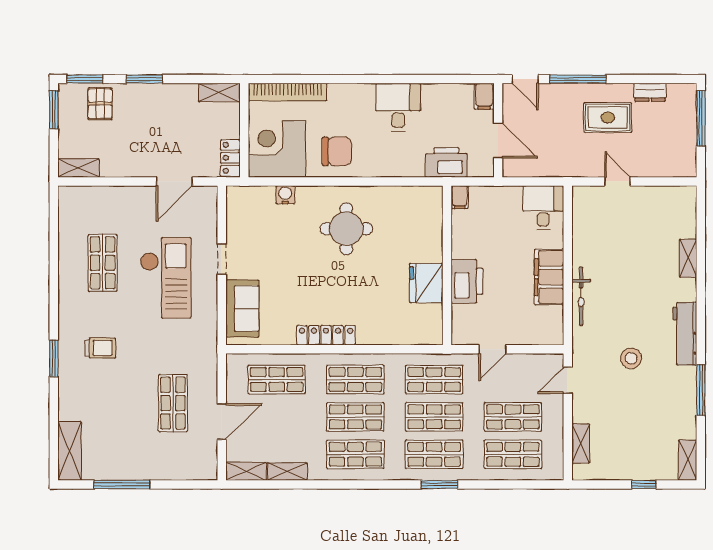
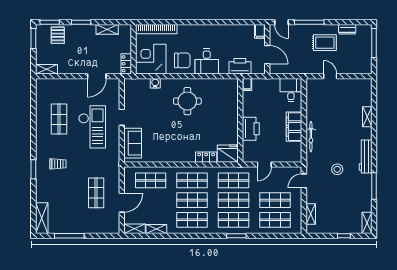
shelving: (219, 93) -> (107, 29), moved
desk: (398, 107) -> (207, 61), moved, turned 180
fridge: (426, 283) -> (228, 154), moved, turned 90
locker: (326, 335) -> (206, 157), moved, width x0.66

